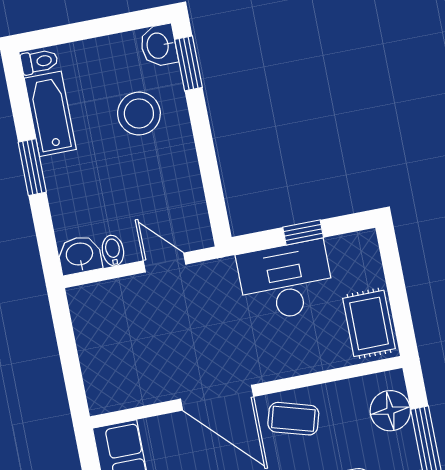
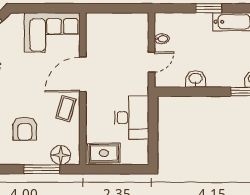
stool: (139, 114) -> (224, 64), removed
window: (303, 232) -> (153, 130), removed
washbasin: (80, 255) -> (196, 79), moved, turned -90

